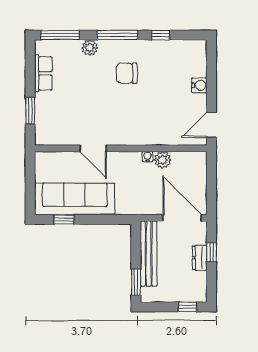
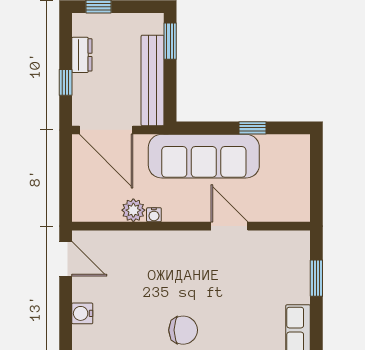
door: (211, 125) -> (66, 259), hinge flipped
sofa: (75, 199) -> (204, 156), moved
window: (64, 219) -> (253, 128), moved
dresser: (200, 258) -> (82, 55), moved

